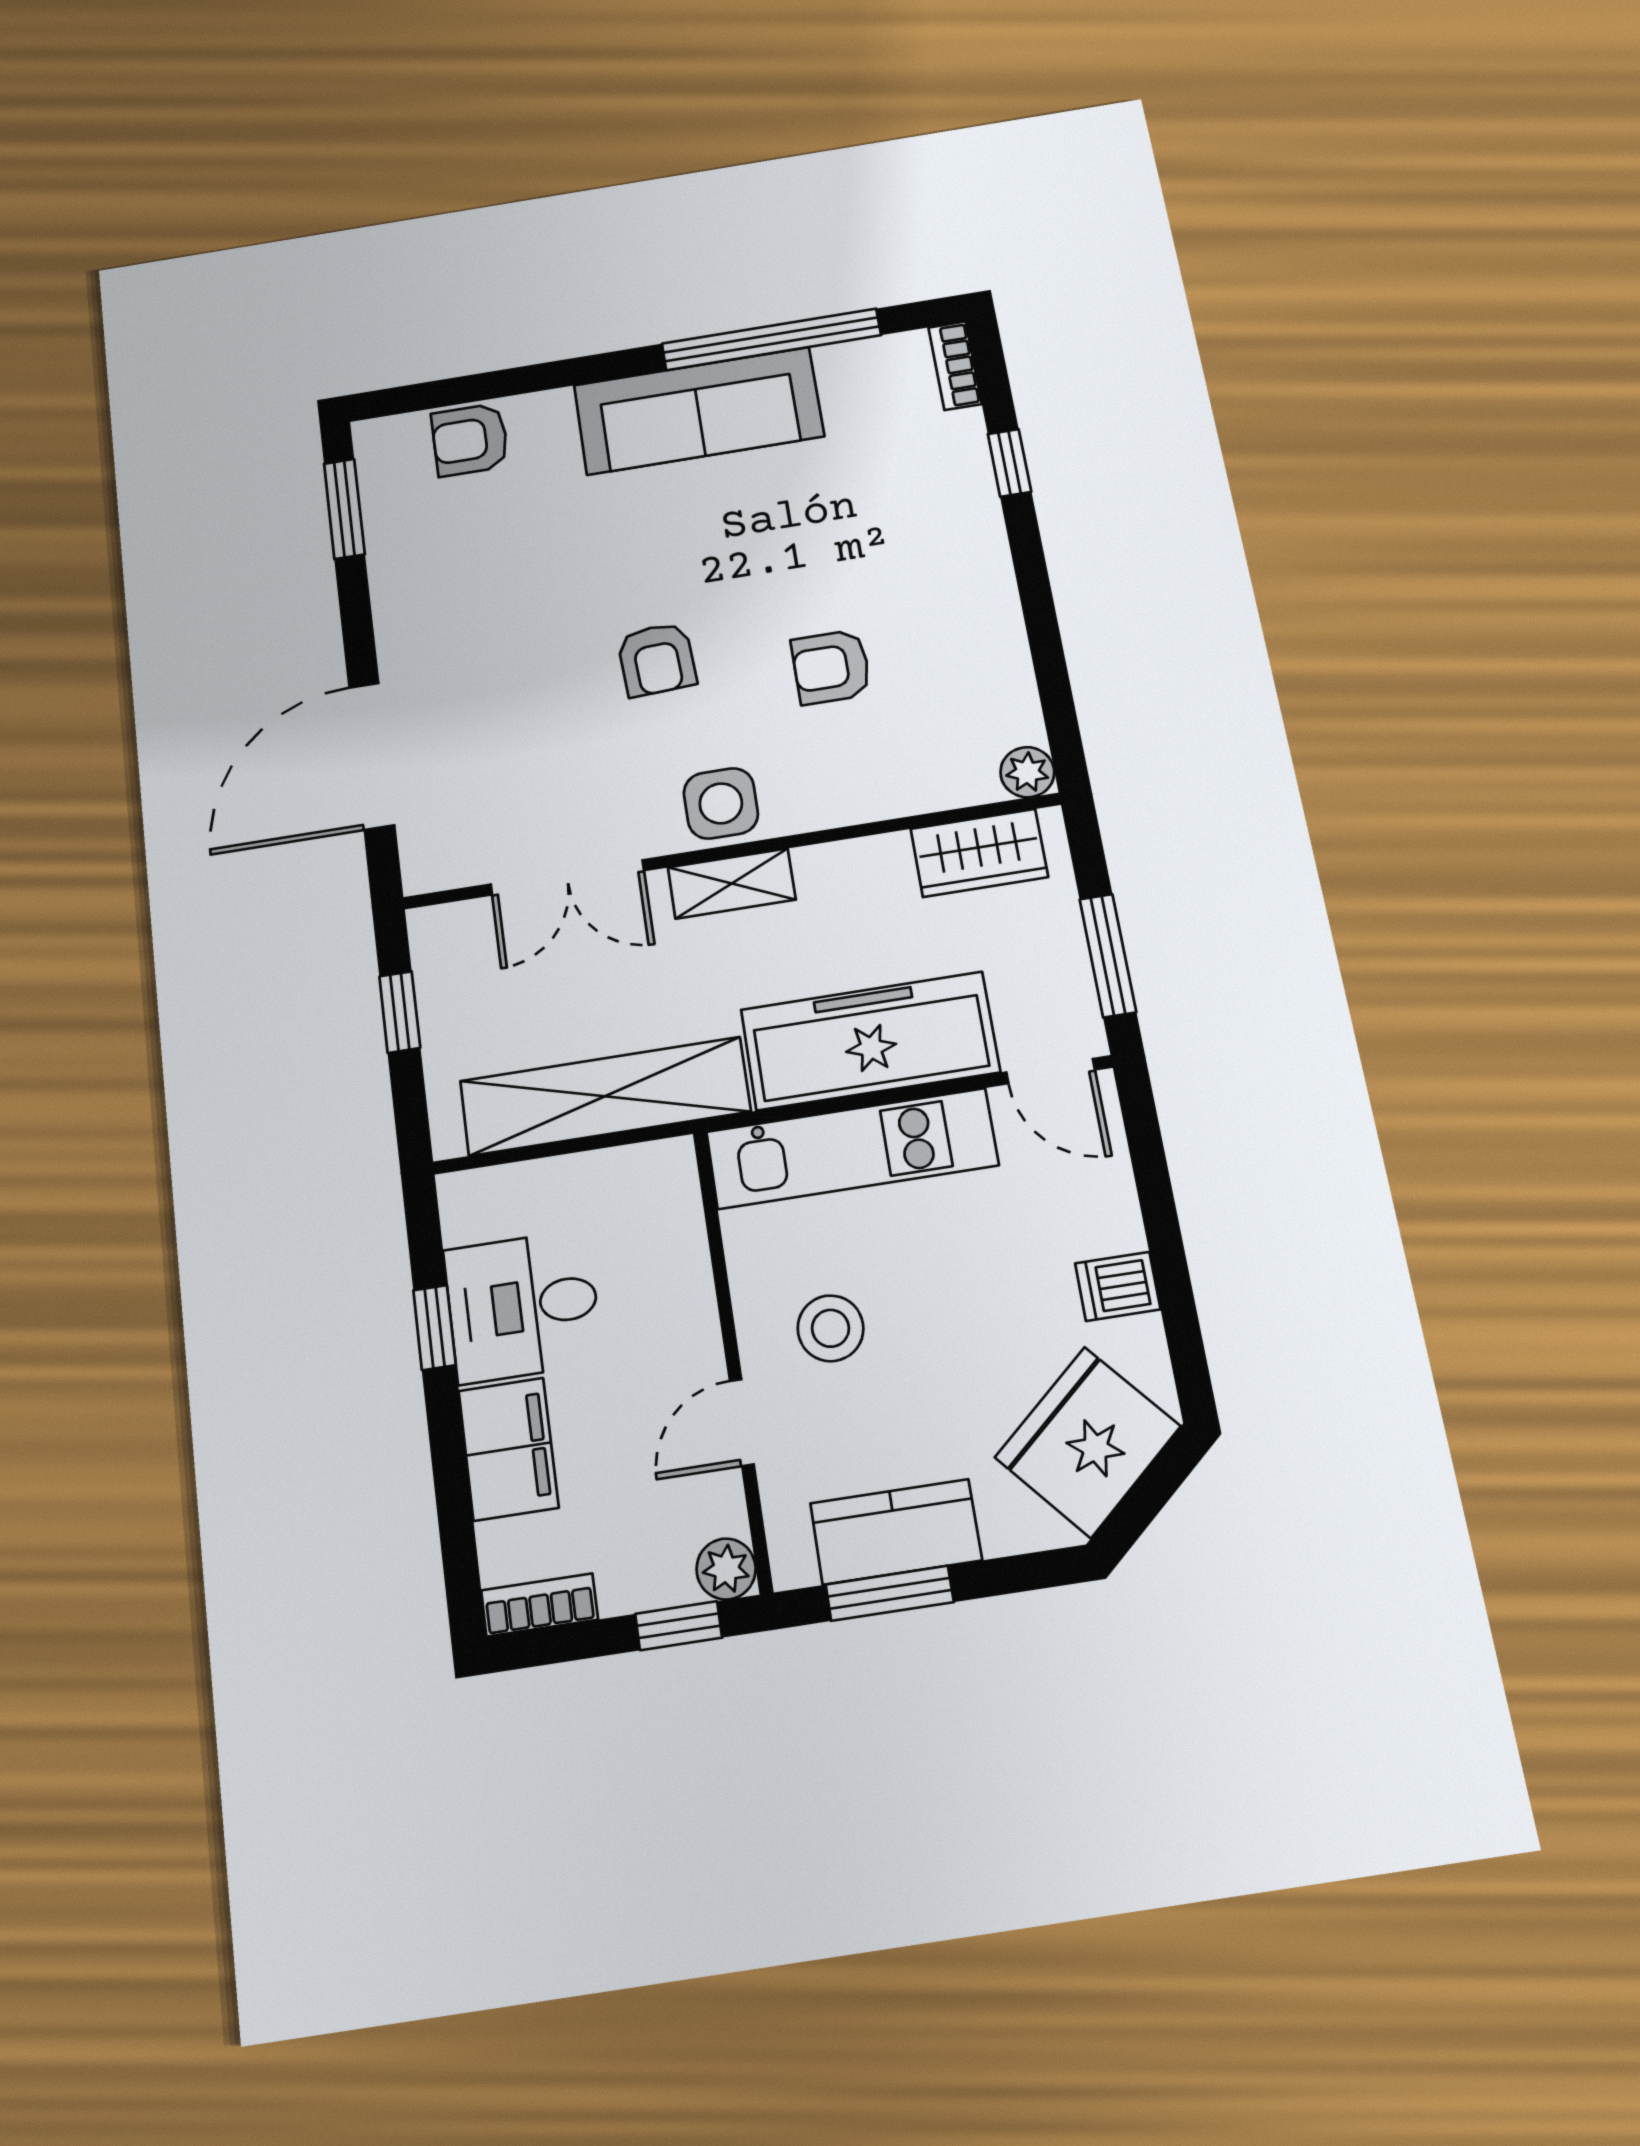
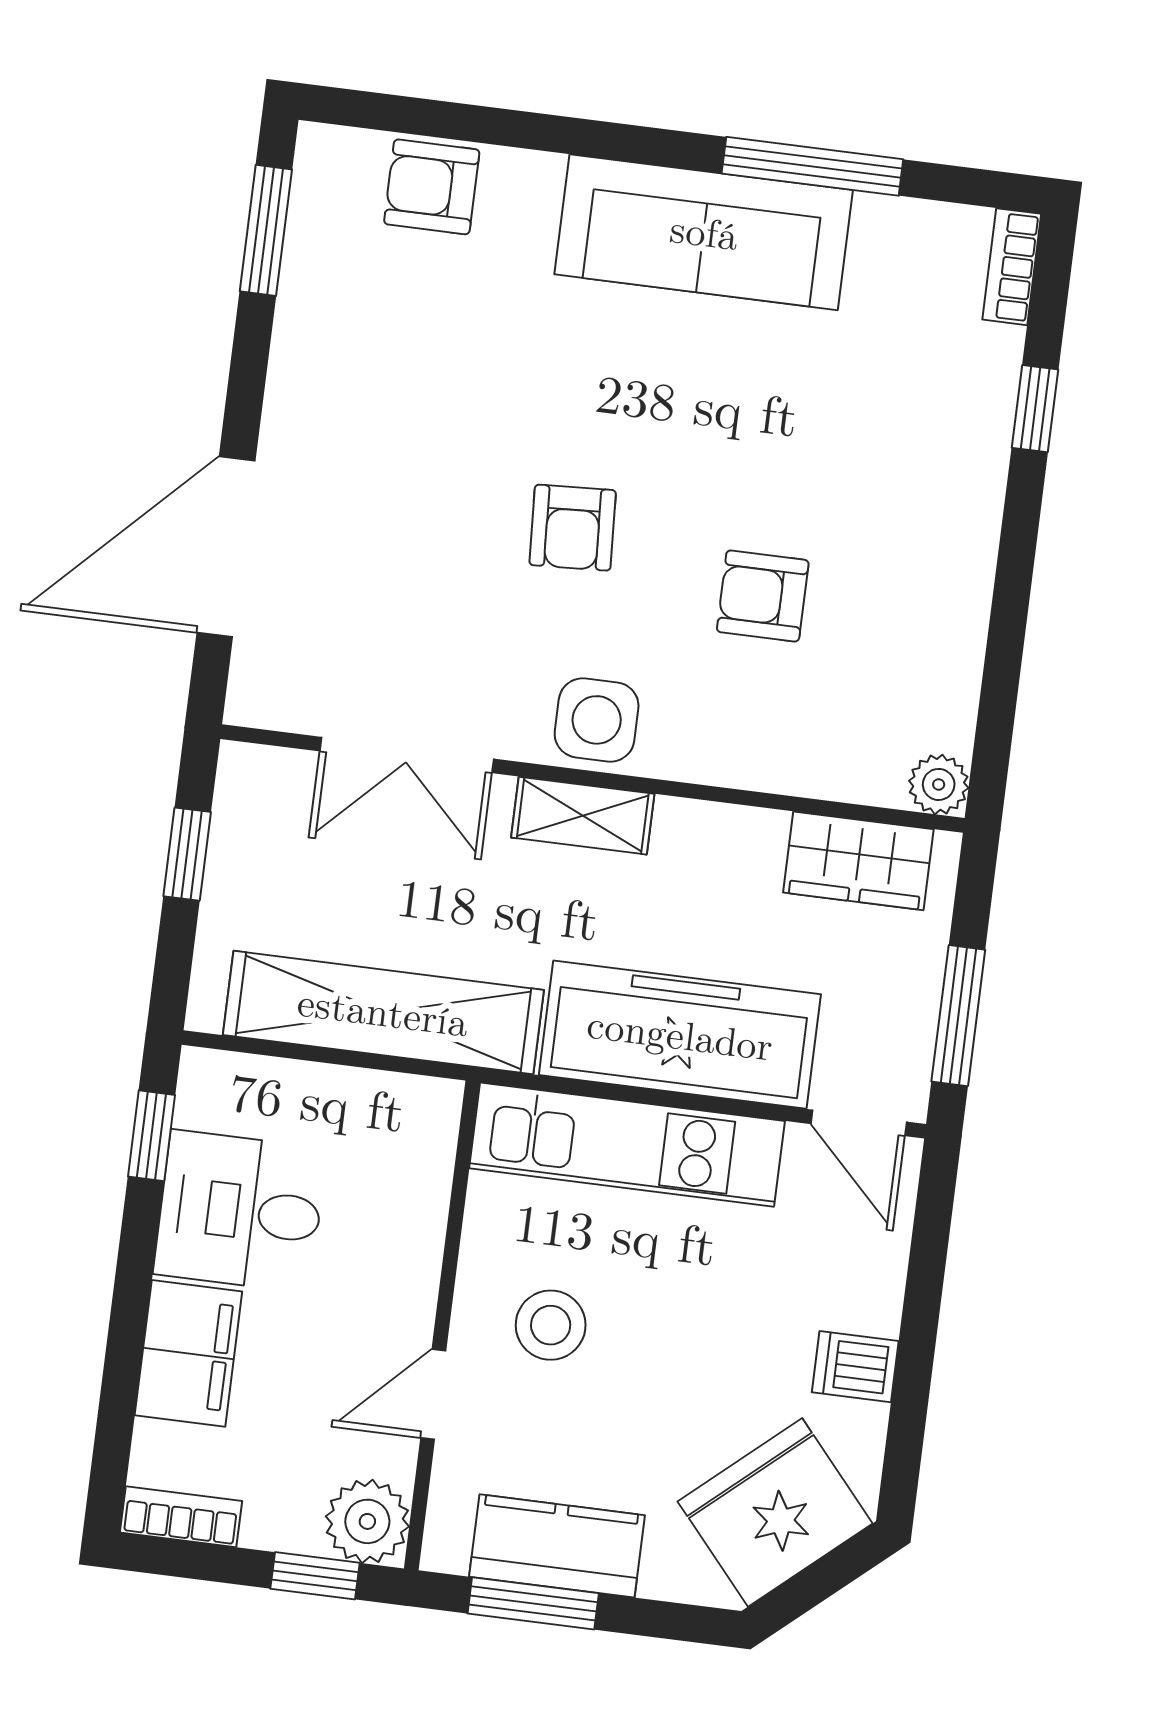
window: (771, 339) -> (812, 166), width x0.68
window: (434, 1328) -> (152, 1136), moved
plant: (726, 1569) -> (367, 1521), width x1.38, depth x1.38

